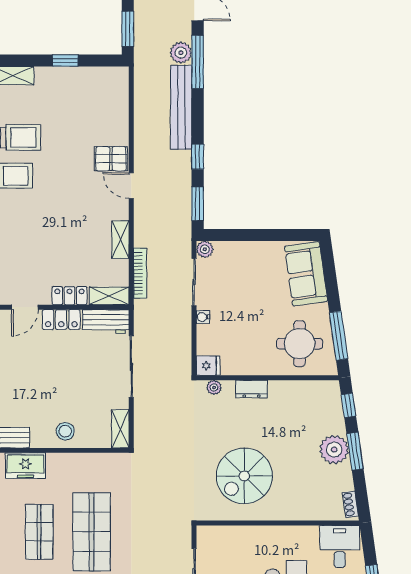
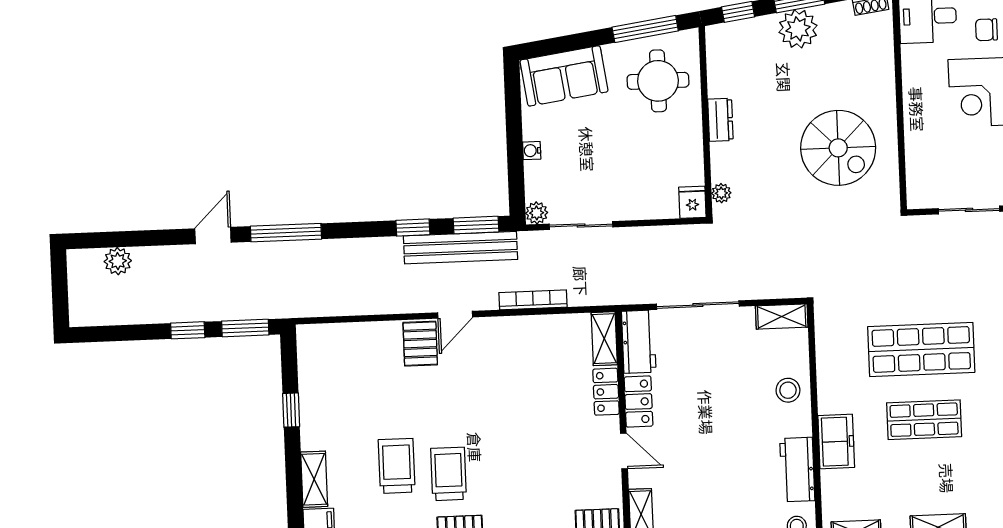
plant: (181, 53) -> (274, 256), removed
bench: (181, 107) -> (461, 248), moved
shelving: (120, 240) -> (528, 326), removed
bookcase: (140, 273) -> (533, 300), moved
water cooler: (203, 317) -> (532, 151), moved, turned 90
dresser: (252, 389) -> (720, 120), moved

